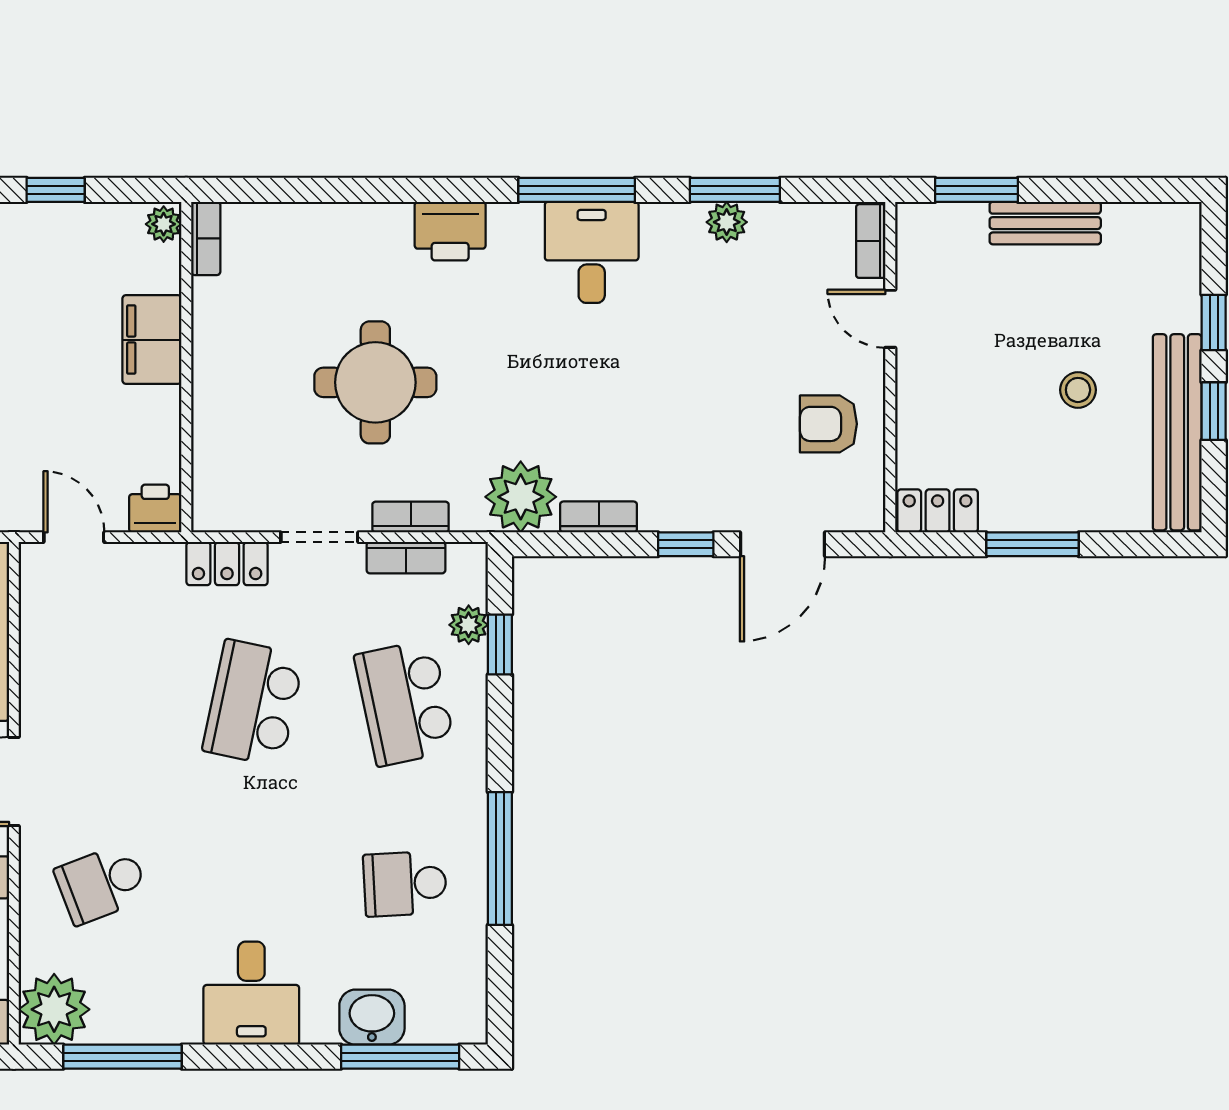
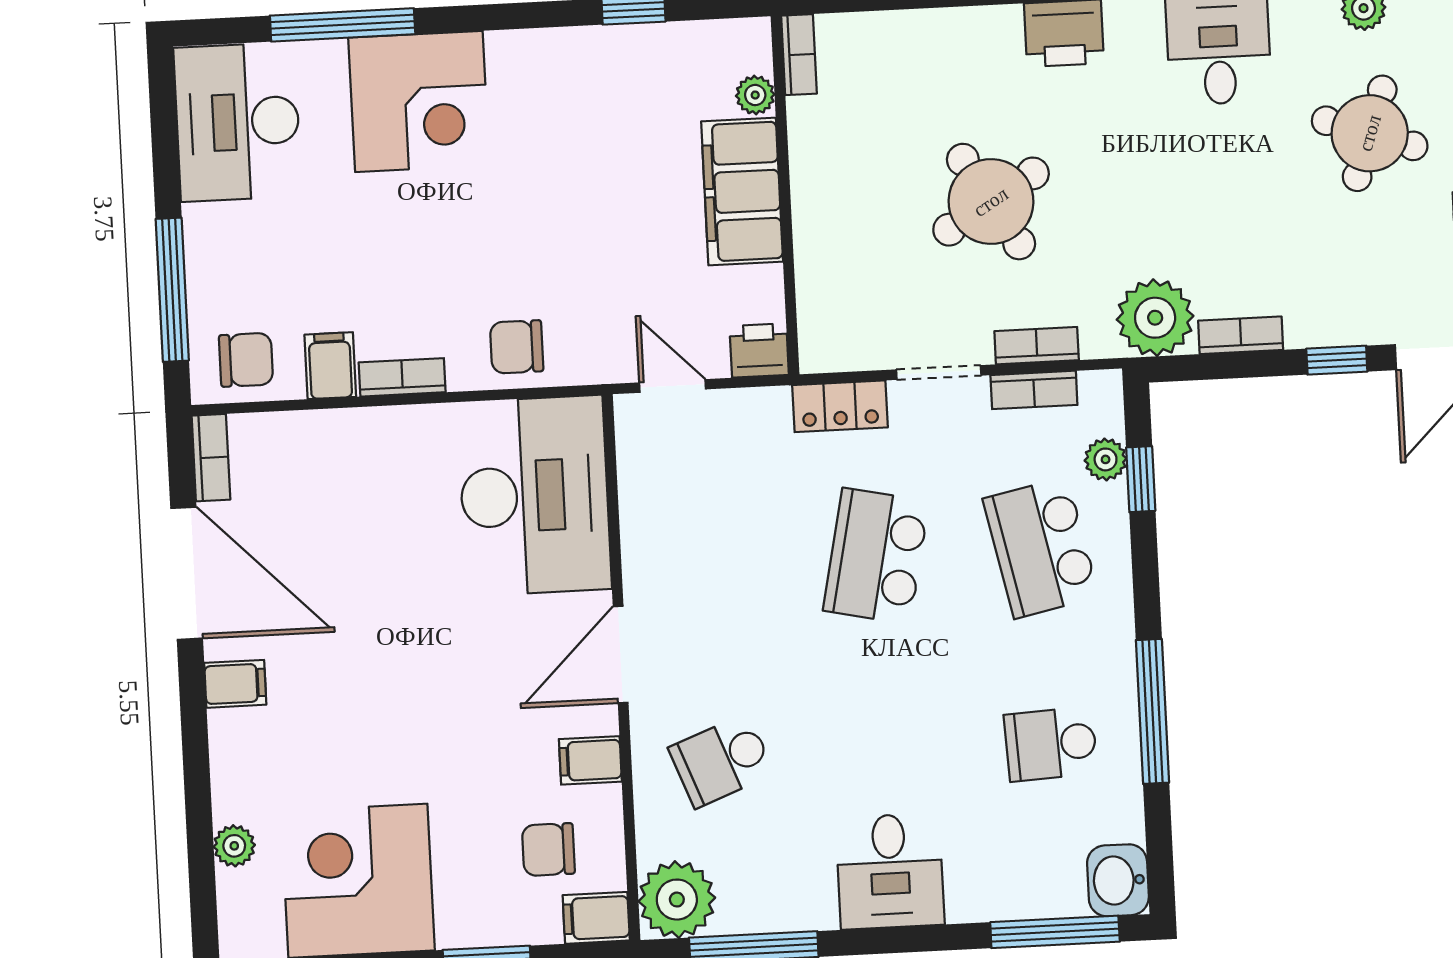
plant: (164, 224) -> (755, 95), moved
round table: (727, 337) -> (1370, 133), added
filing cabinet: (152, 340) -> (742, 192), width x1.50, depth x1.17
round table: (375, 382) -> (991, 202), turned -31
washbasin: (372, 1017) -> (1118, 880), moved, turned -90

